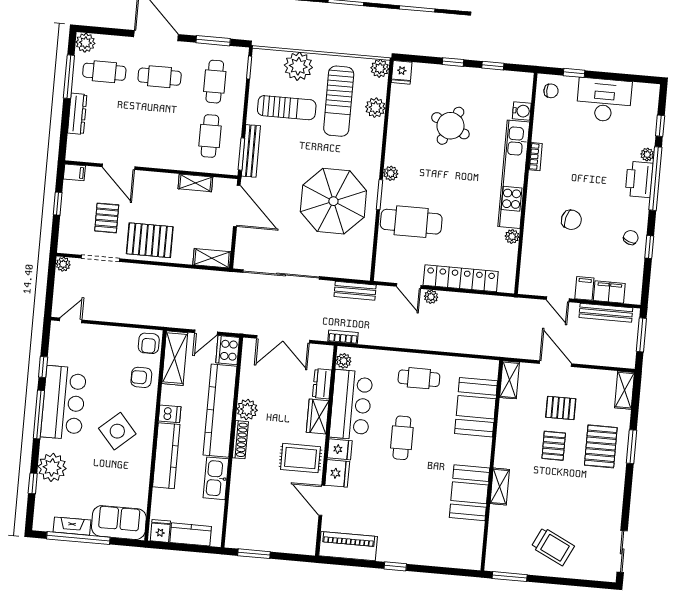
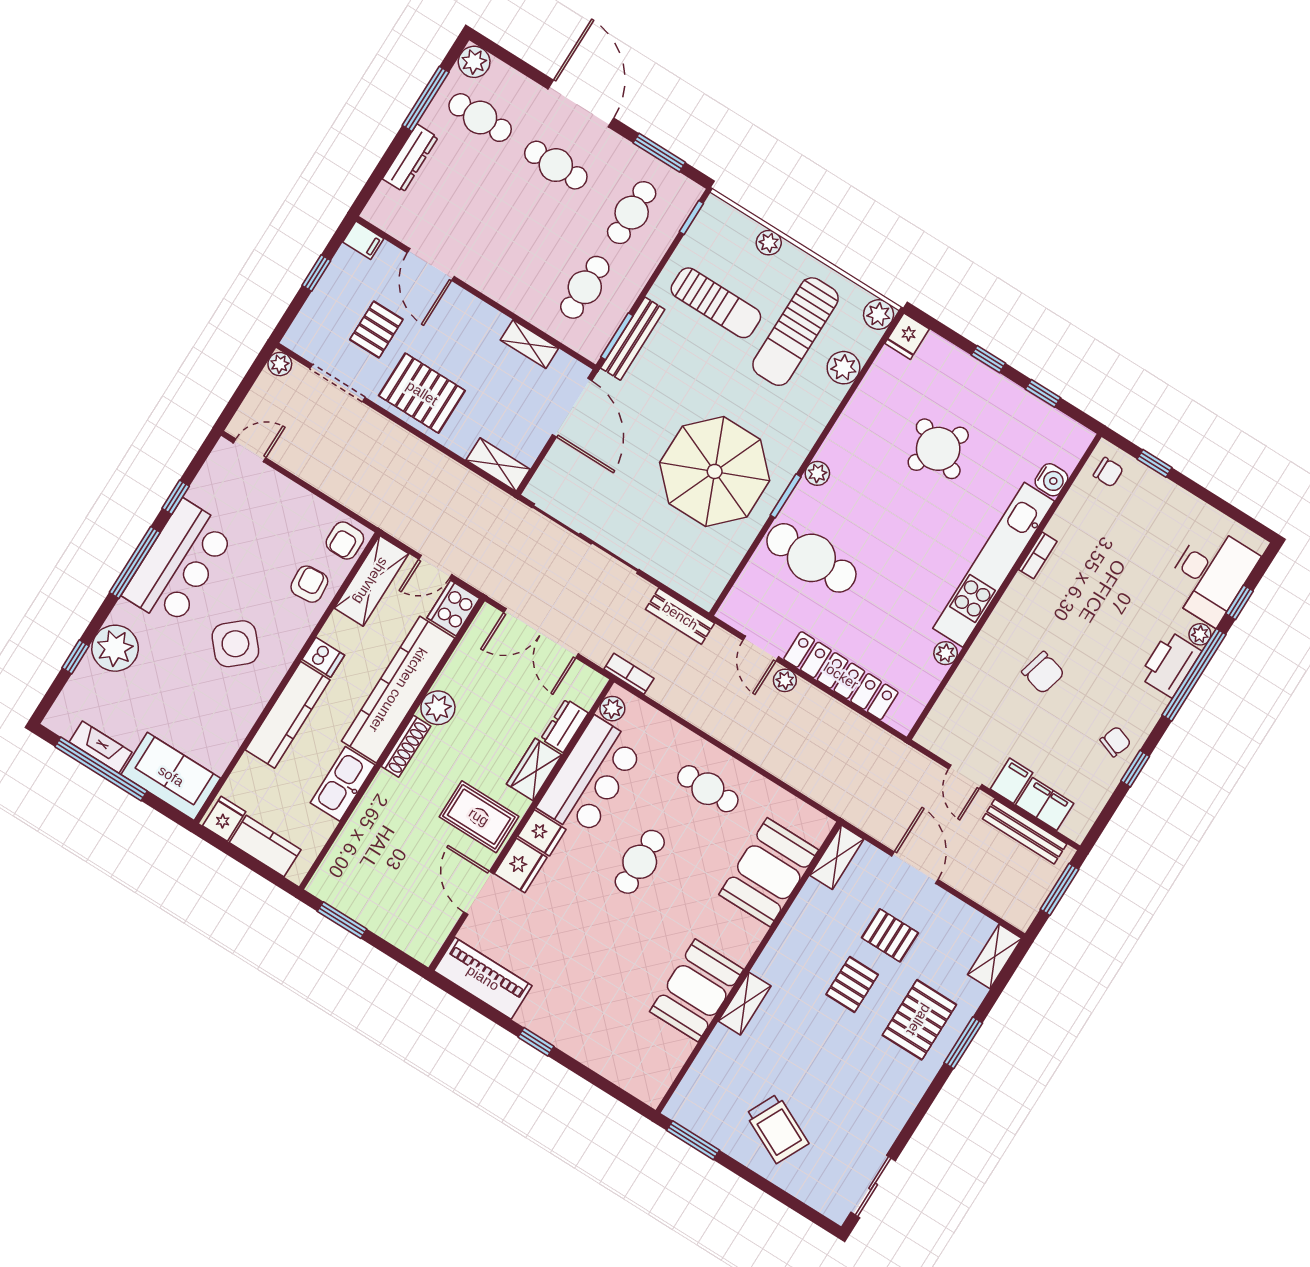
plant: (298, 66) -> (769, 243), width x0.53, depth x0.53
desk: (604, 100) -> (1210, 575), moved, turned 90
armchair: (141, 377) -> (309, 584), turned 85

